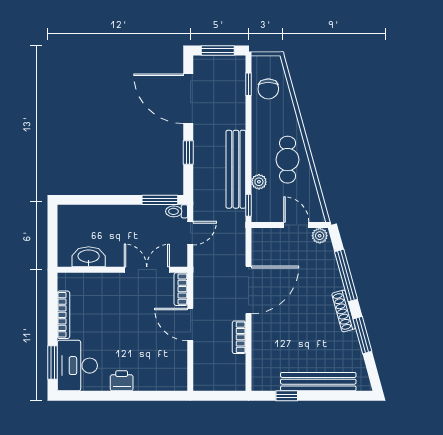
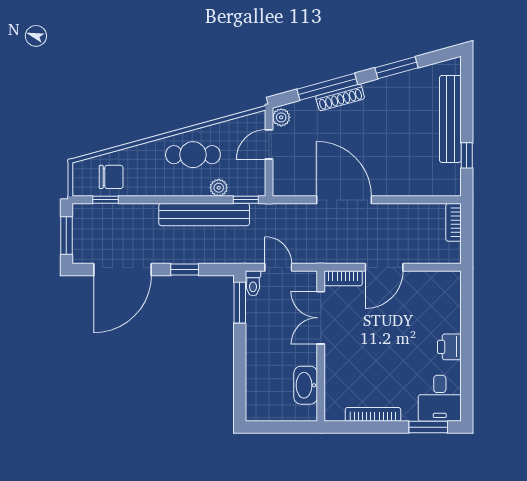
shoe rack: (344, 311) -> (340, 97), moved
bookcase: (239, 337) -> (454, 222), moved, turned 90
desk: (77, 366) -> (440, 398), width x0.73

